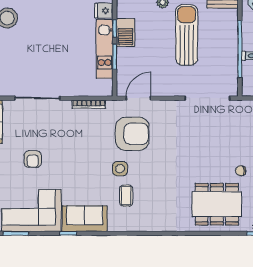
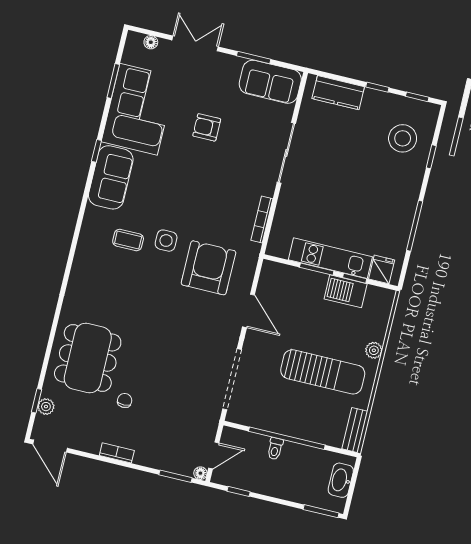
door: (138, 98) -> (248, 311), moved
armchair: (132, 134) -> (208, 268), turned 180

